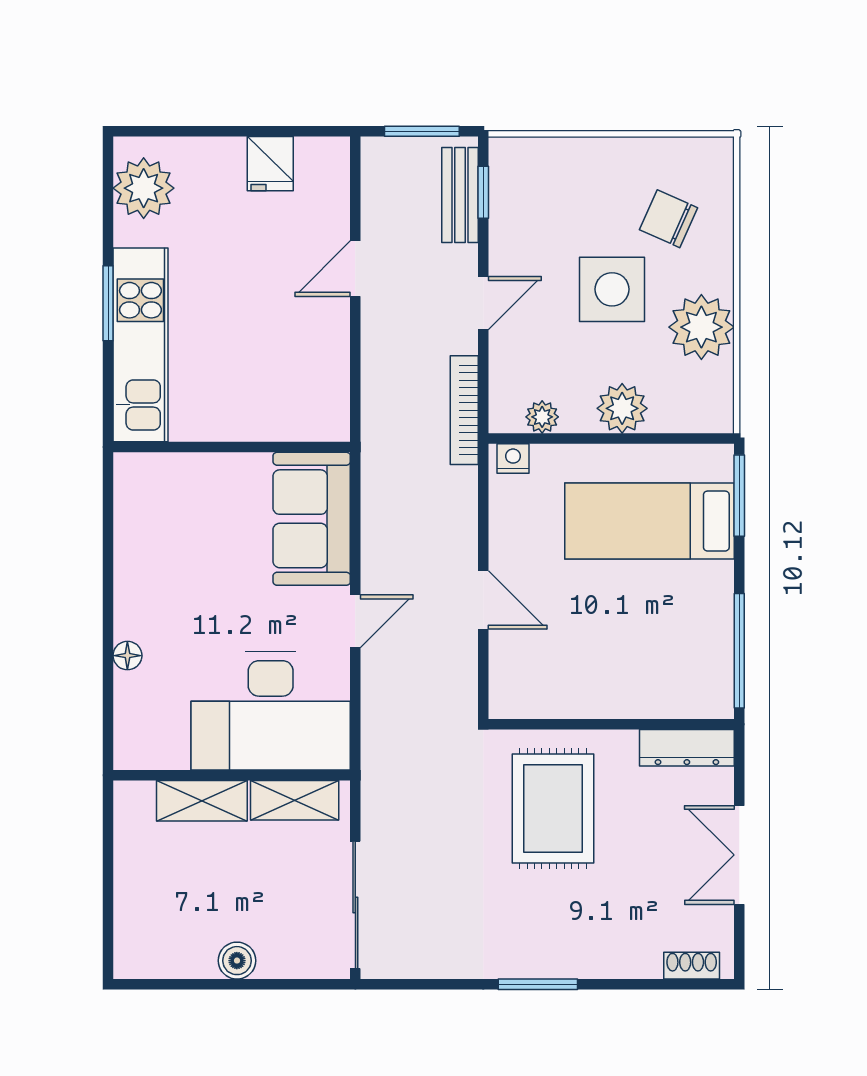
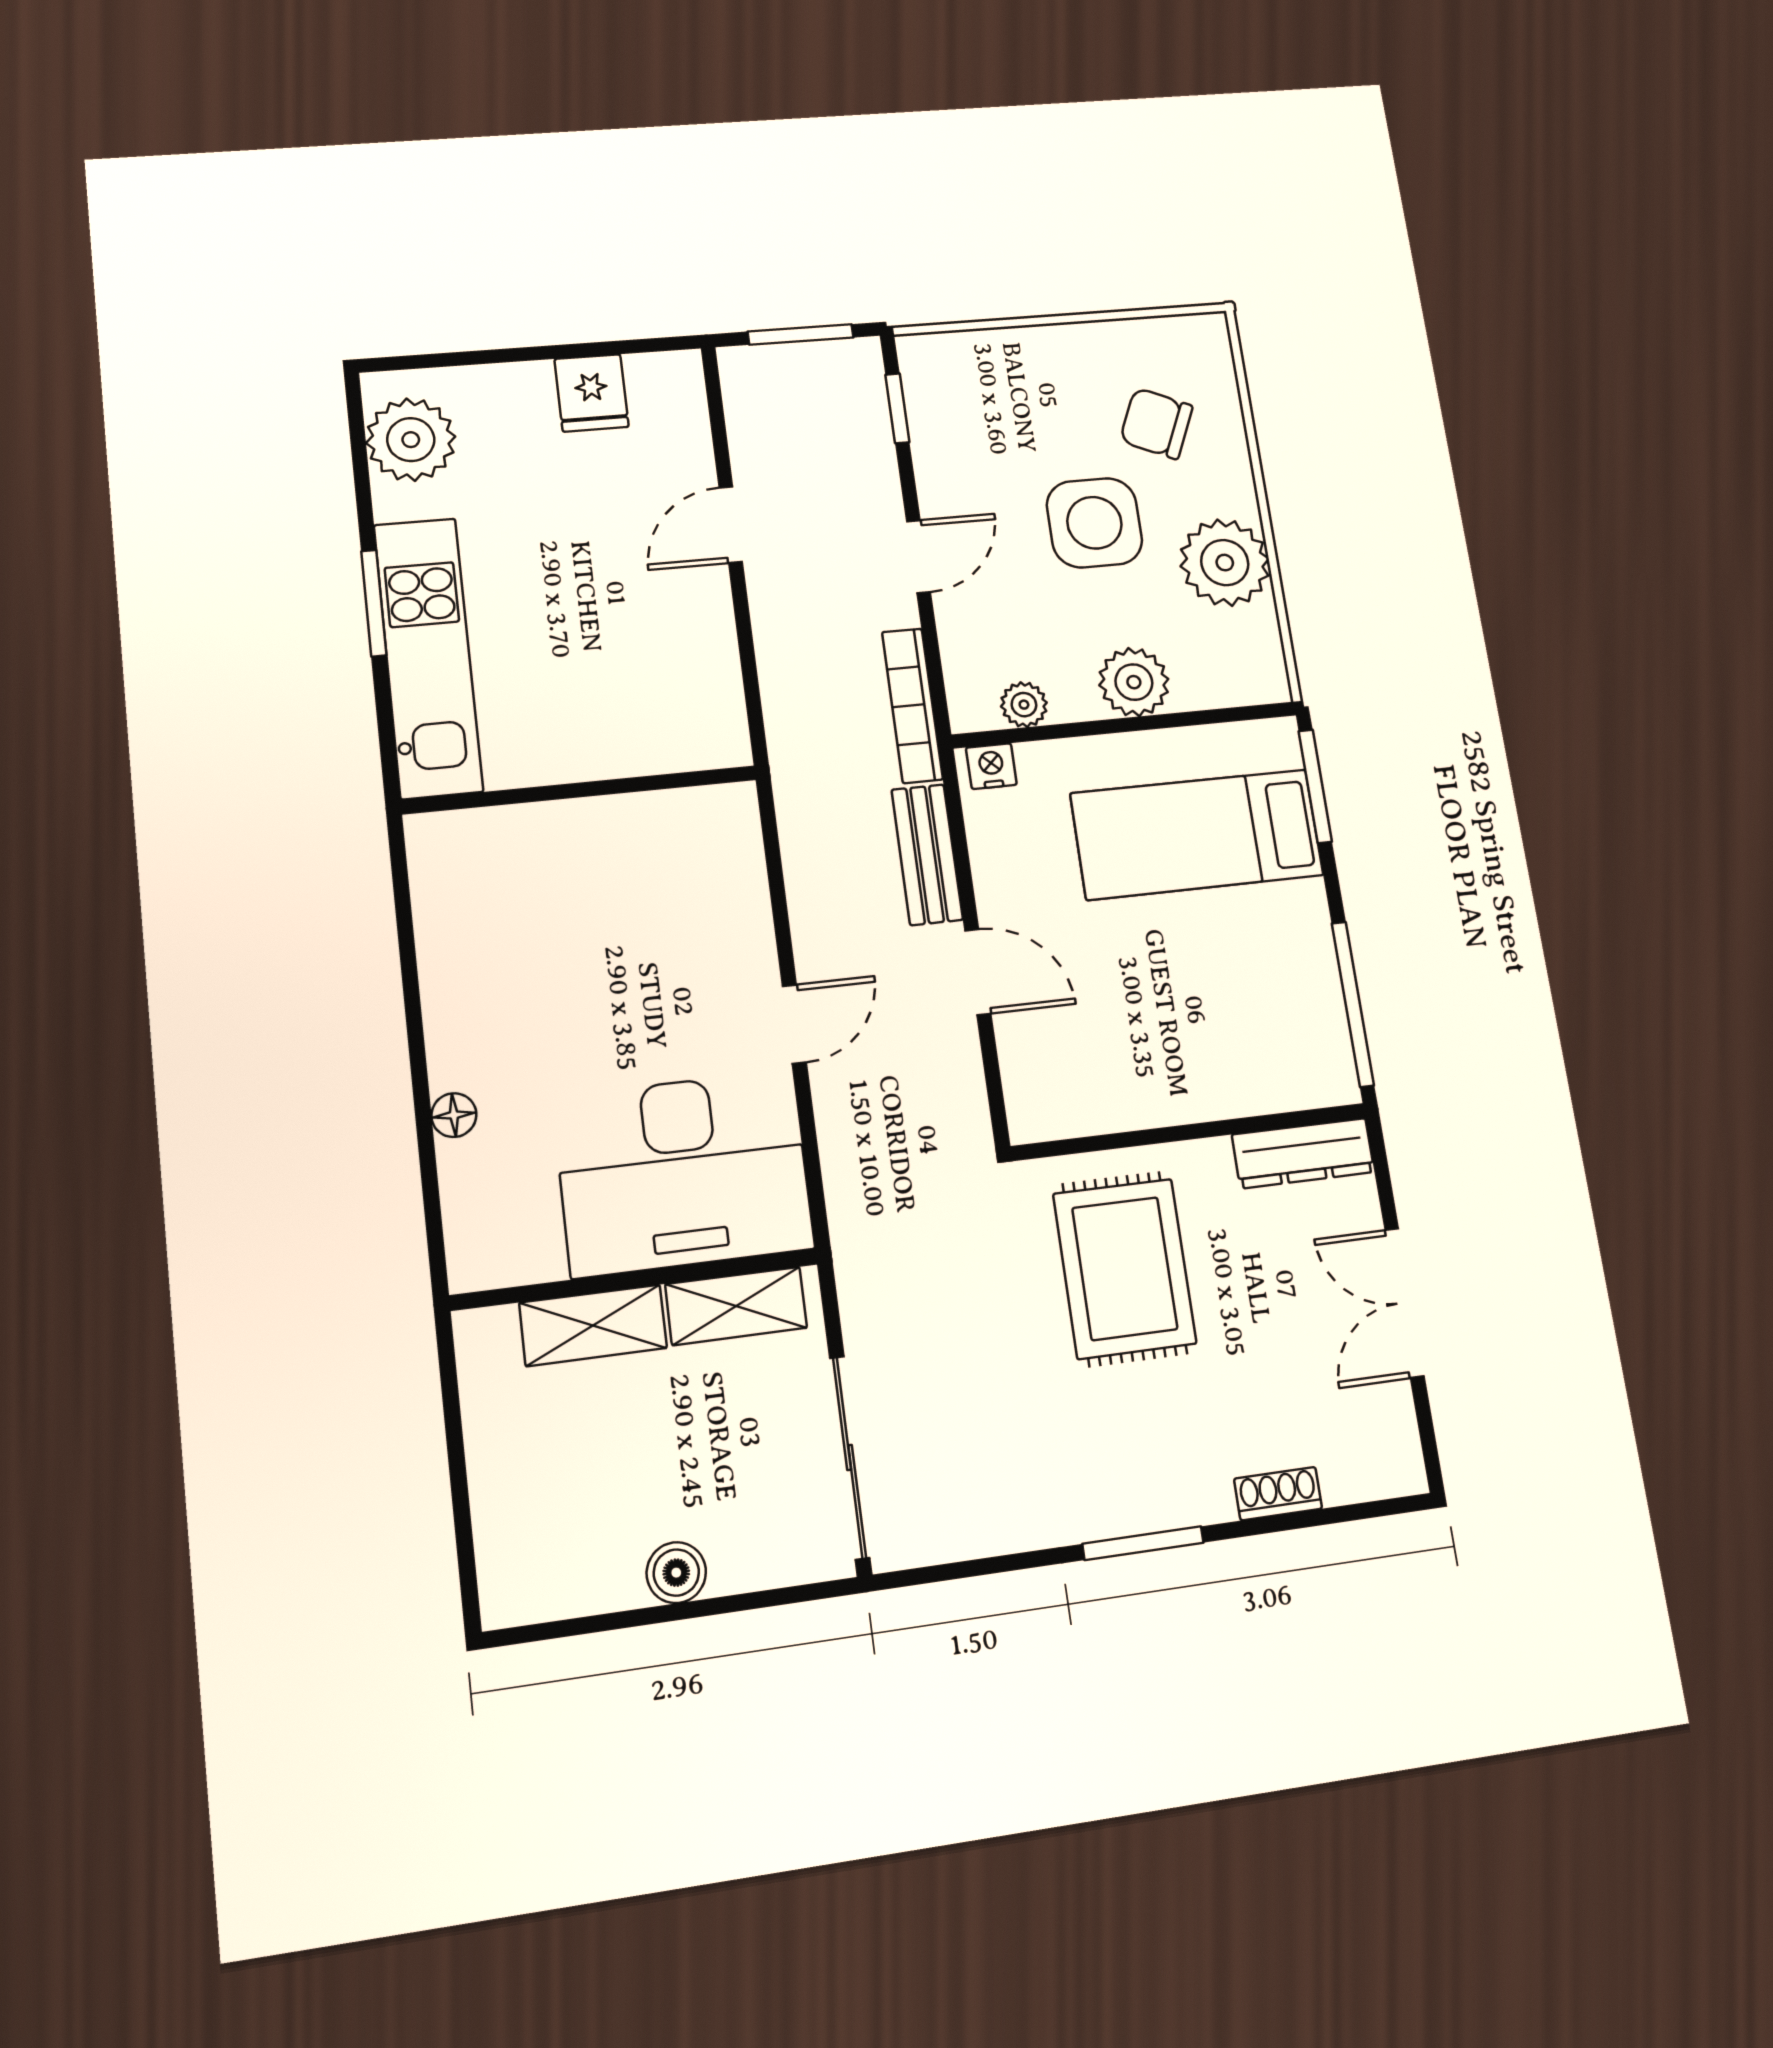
bench: (460, 195) -> (927, 855), moved
sofa: (312, 519) -> (711, 881), removed
shoe rack: (692, 966) -> (1278, 1494), moved

